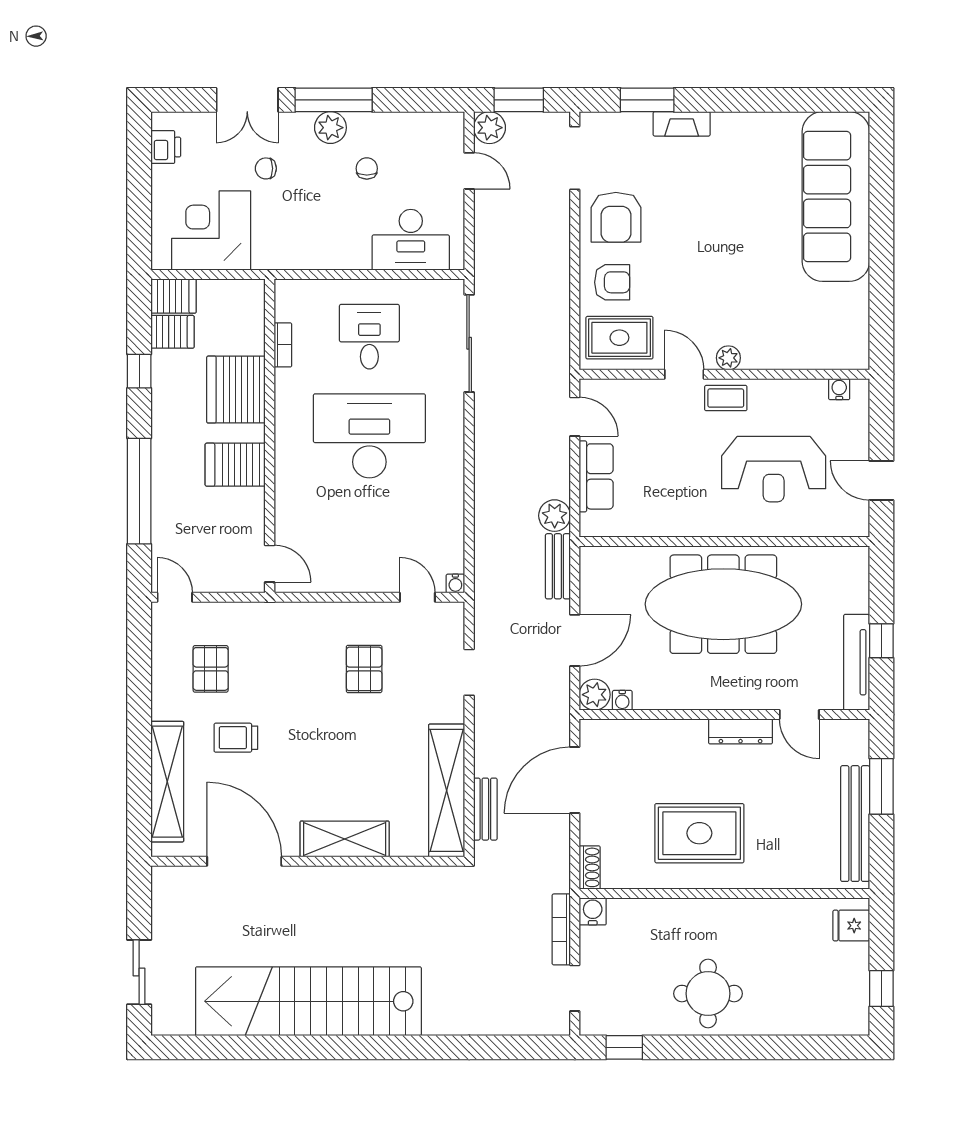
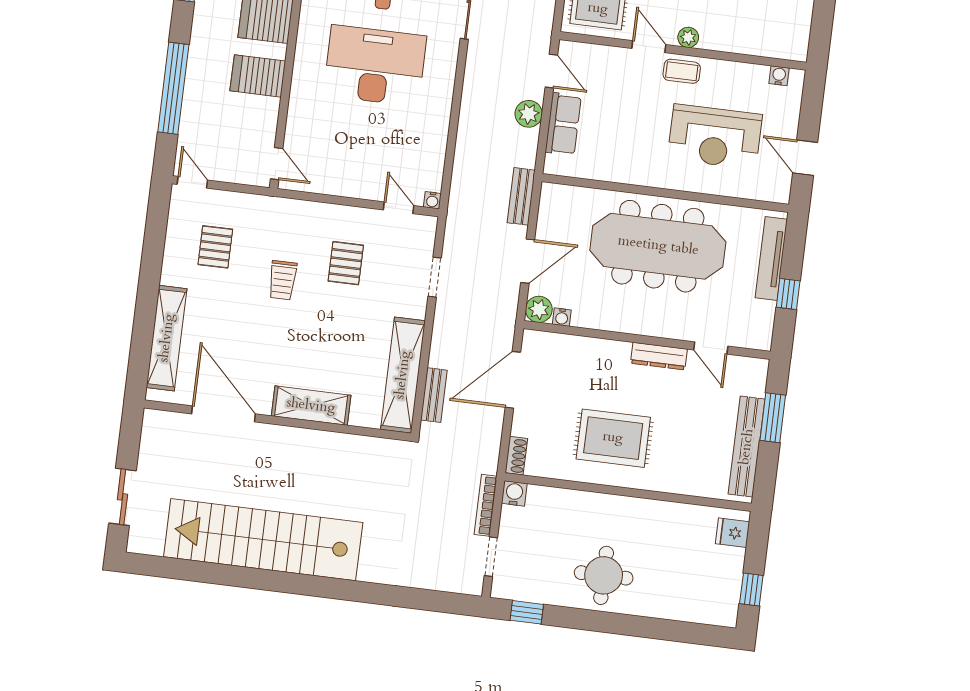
plant: (555, 516) -> (529, 114), moved
tv unit: (857, 662) -> (771, 258), moved
trolley: (236, 738) -> (283, 280), moved, turned -90

